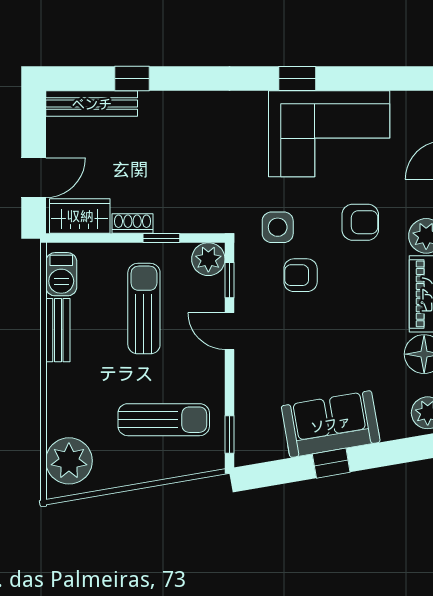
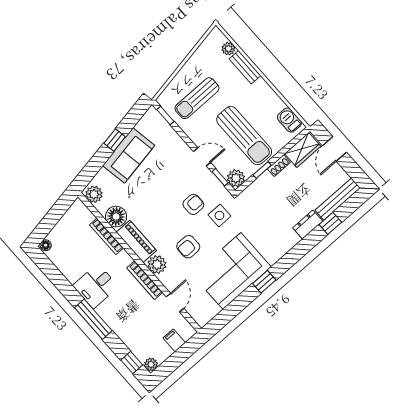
dresser: (165, 105) -> (308, 225), added
sun lounger: (144, 309) -> (244, 136), width x1.36, depth x1.34
bench: (58, 330) -> (245, 67), moved
plant: (69, 461) -> (228, 49), width x0.53, depth x0.53

